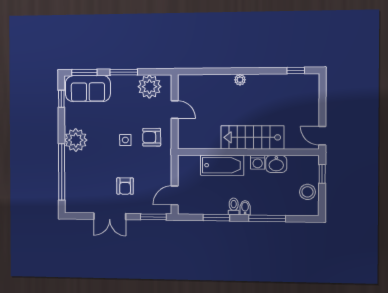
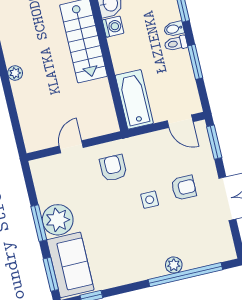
plant: (149, 87) -> (58, 220), moved
armchair: (152, 137) -> (113, 168), turned 180
plant: (76, 140) -> (174, 265), moved, width x0.53, depth x0.53
side table: (125, 140) -> (150, 200), moved
bathtub: (222, 165) -> (134, 99), moved

